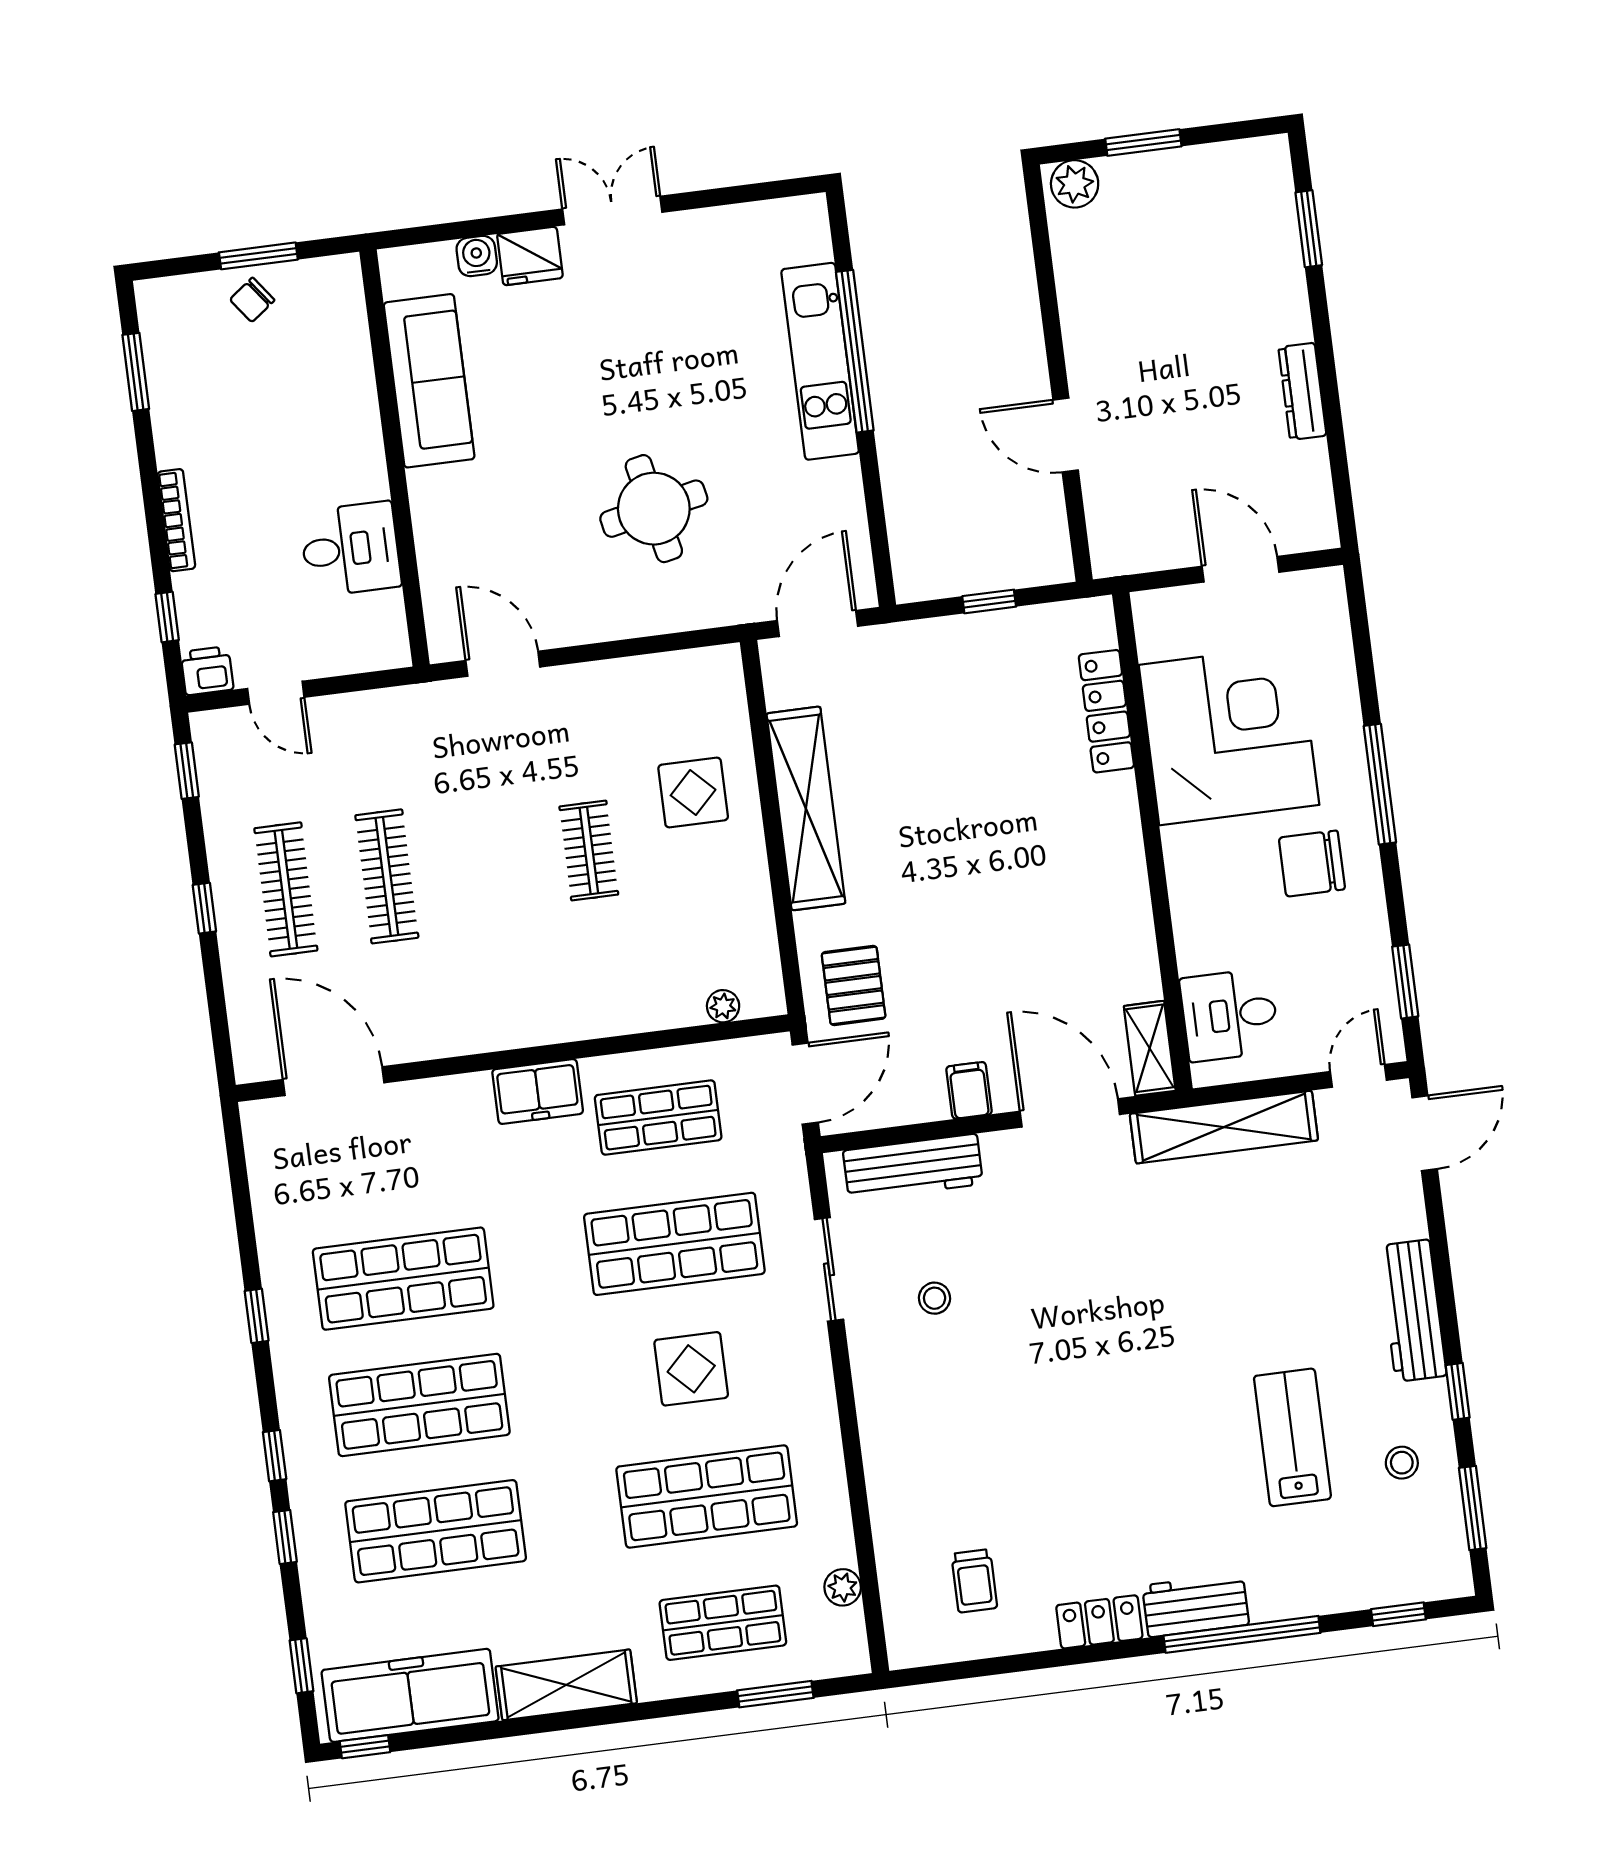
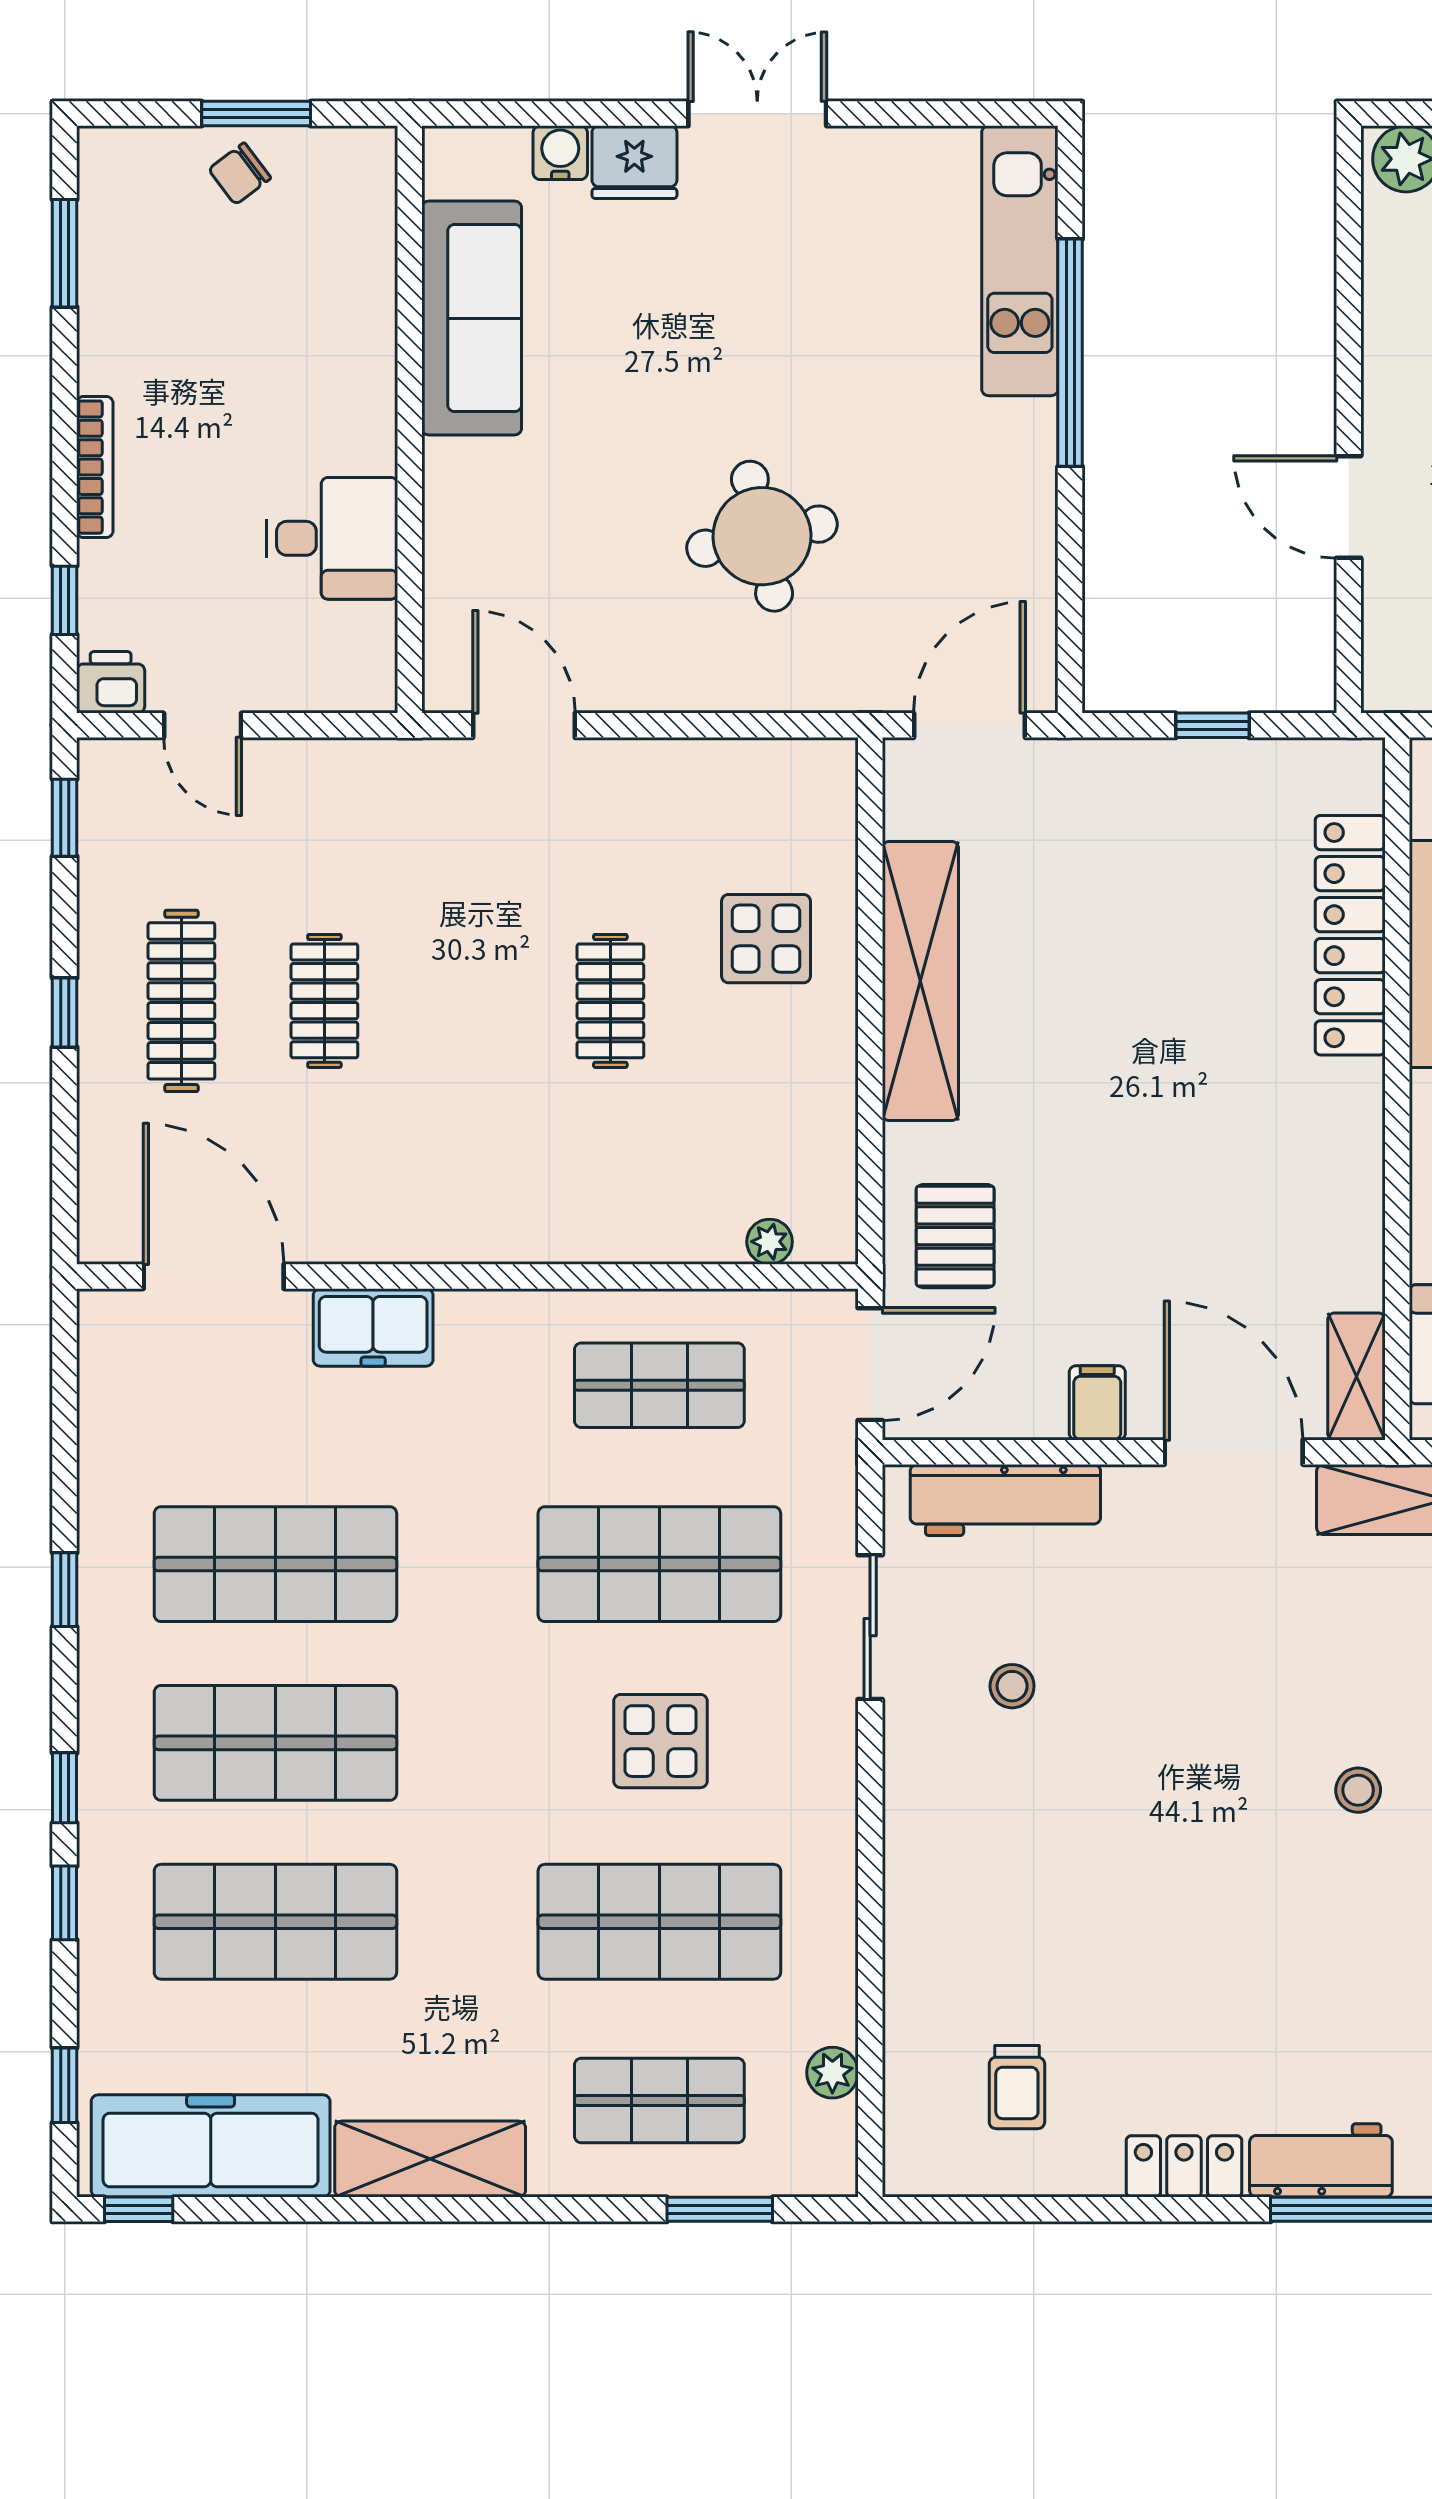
kitchen unit: (820, 361) -> (1020, 261), moved
locker: (1106, 711) -> (1350, 935), width x1.41, depth x1.21
clothes rail: (387, 876) -> (324, 1001), width x0.73
freezer: (538, 1092) -> (373, 1327), moved
stool: (1188, 1340) -> (1358, 1790), added

